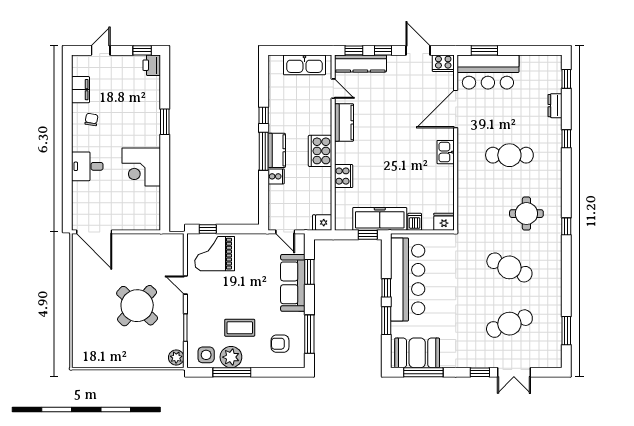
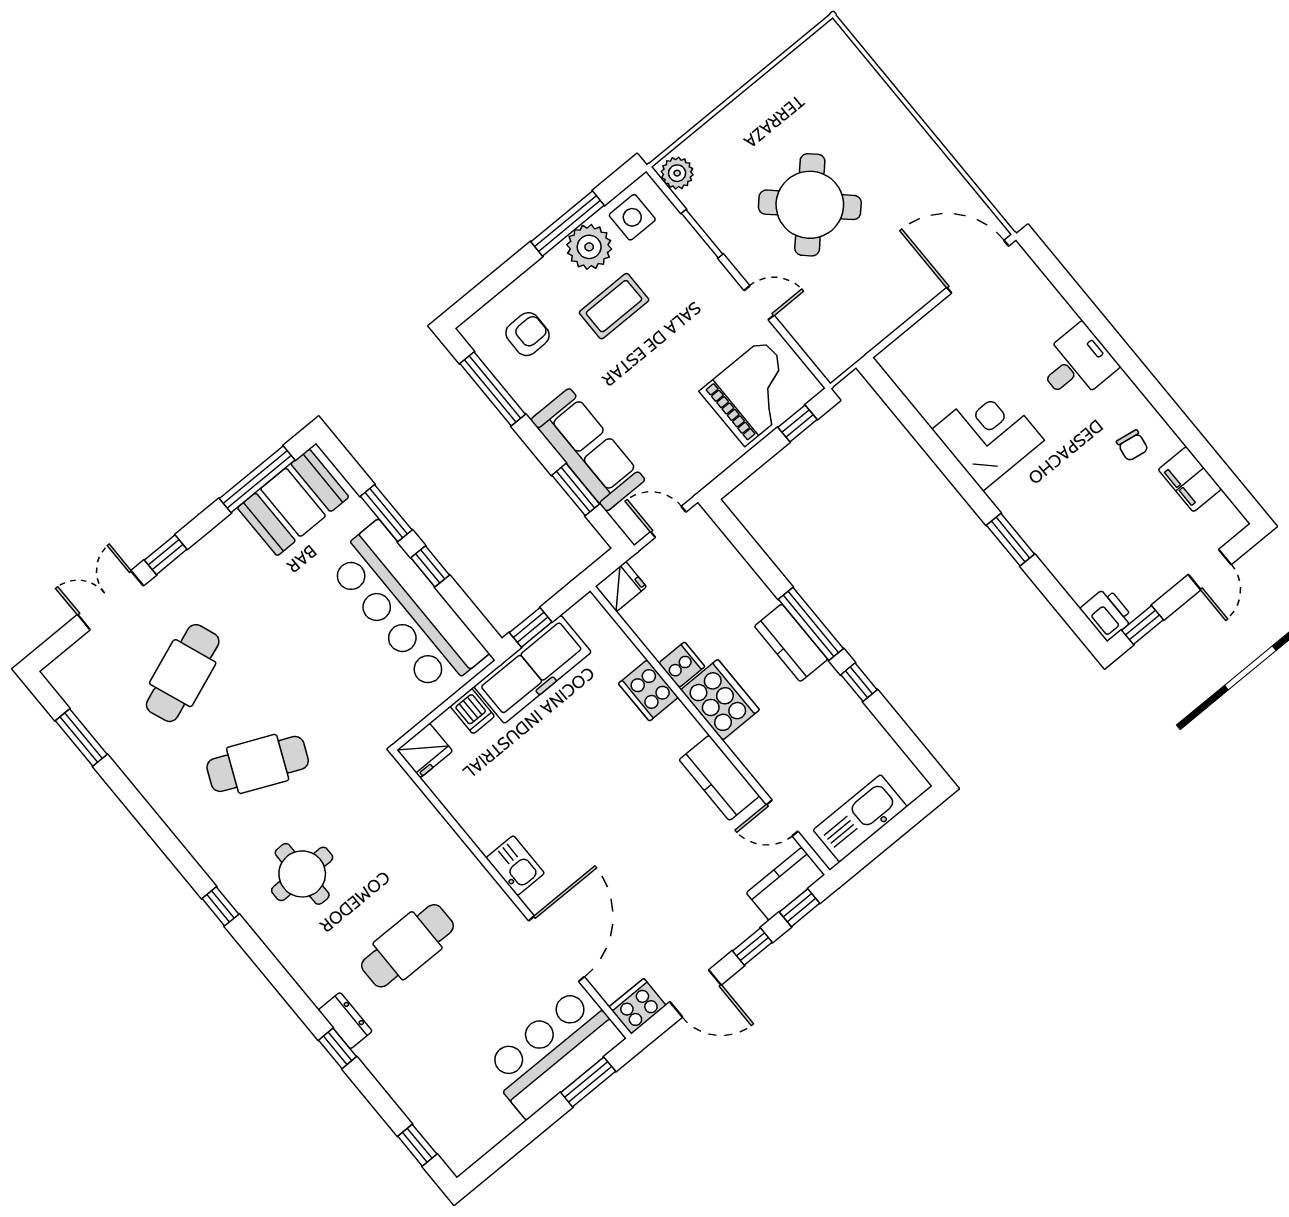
kitchen counter: (360, 63) -> (785, 884), width x0.67
dresser: (555, 106) -> (345, 1021), moved
cooker: (276, 176) -> (682, 665), moved, turned 180

